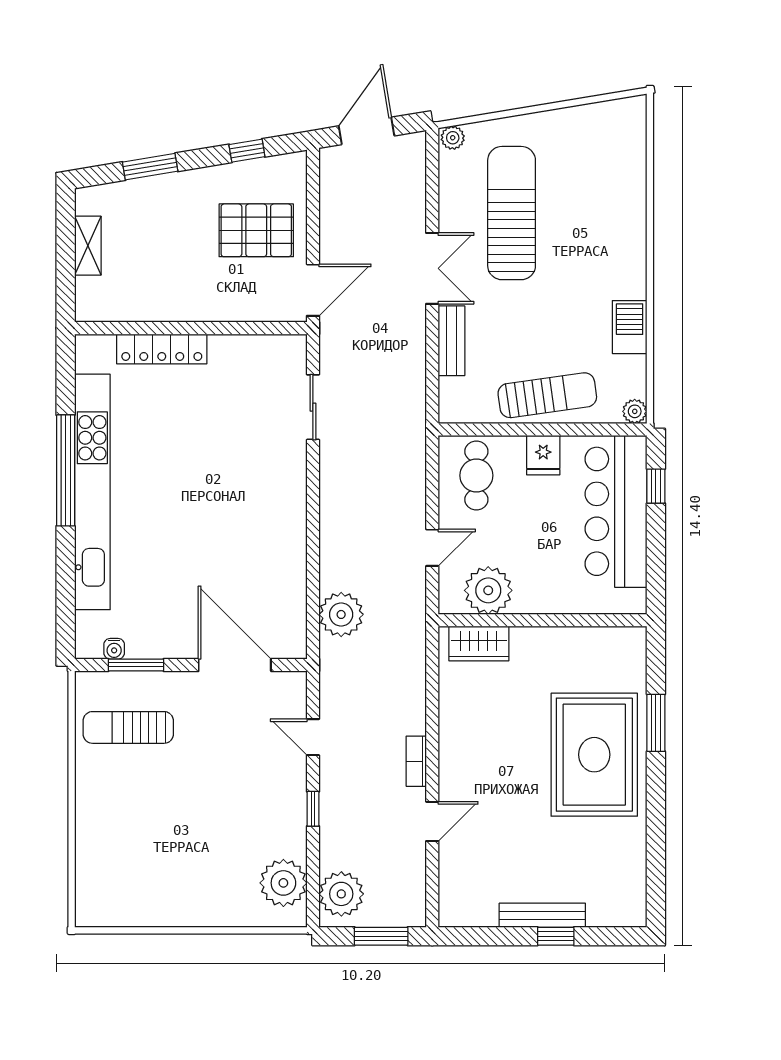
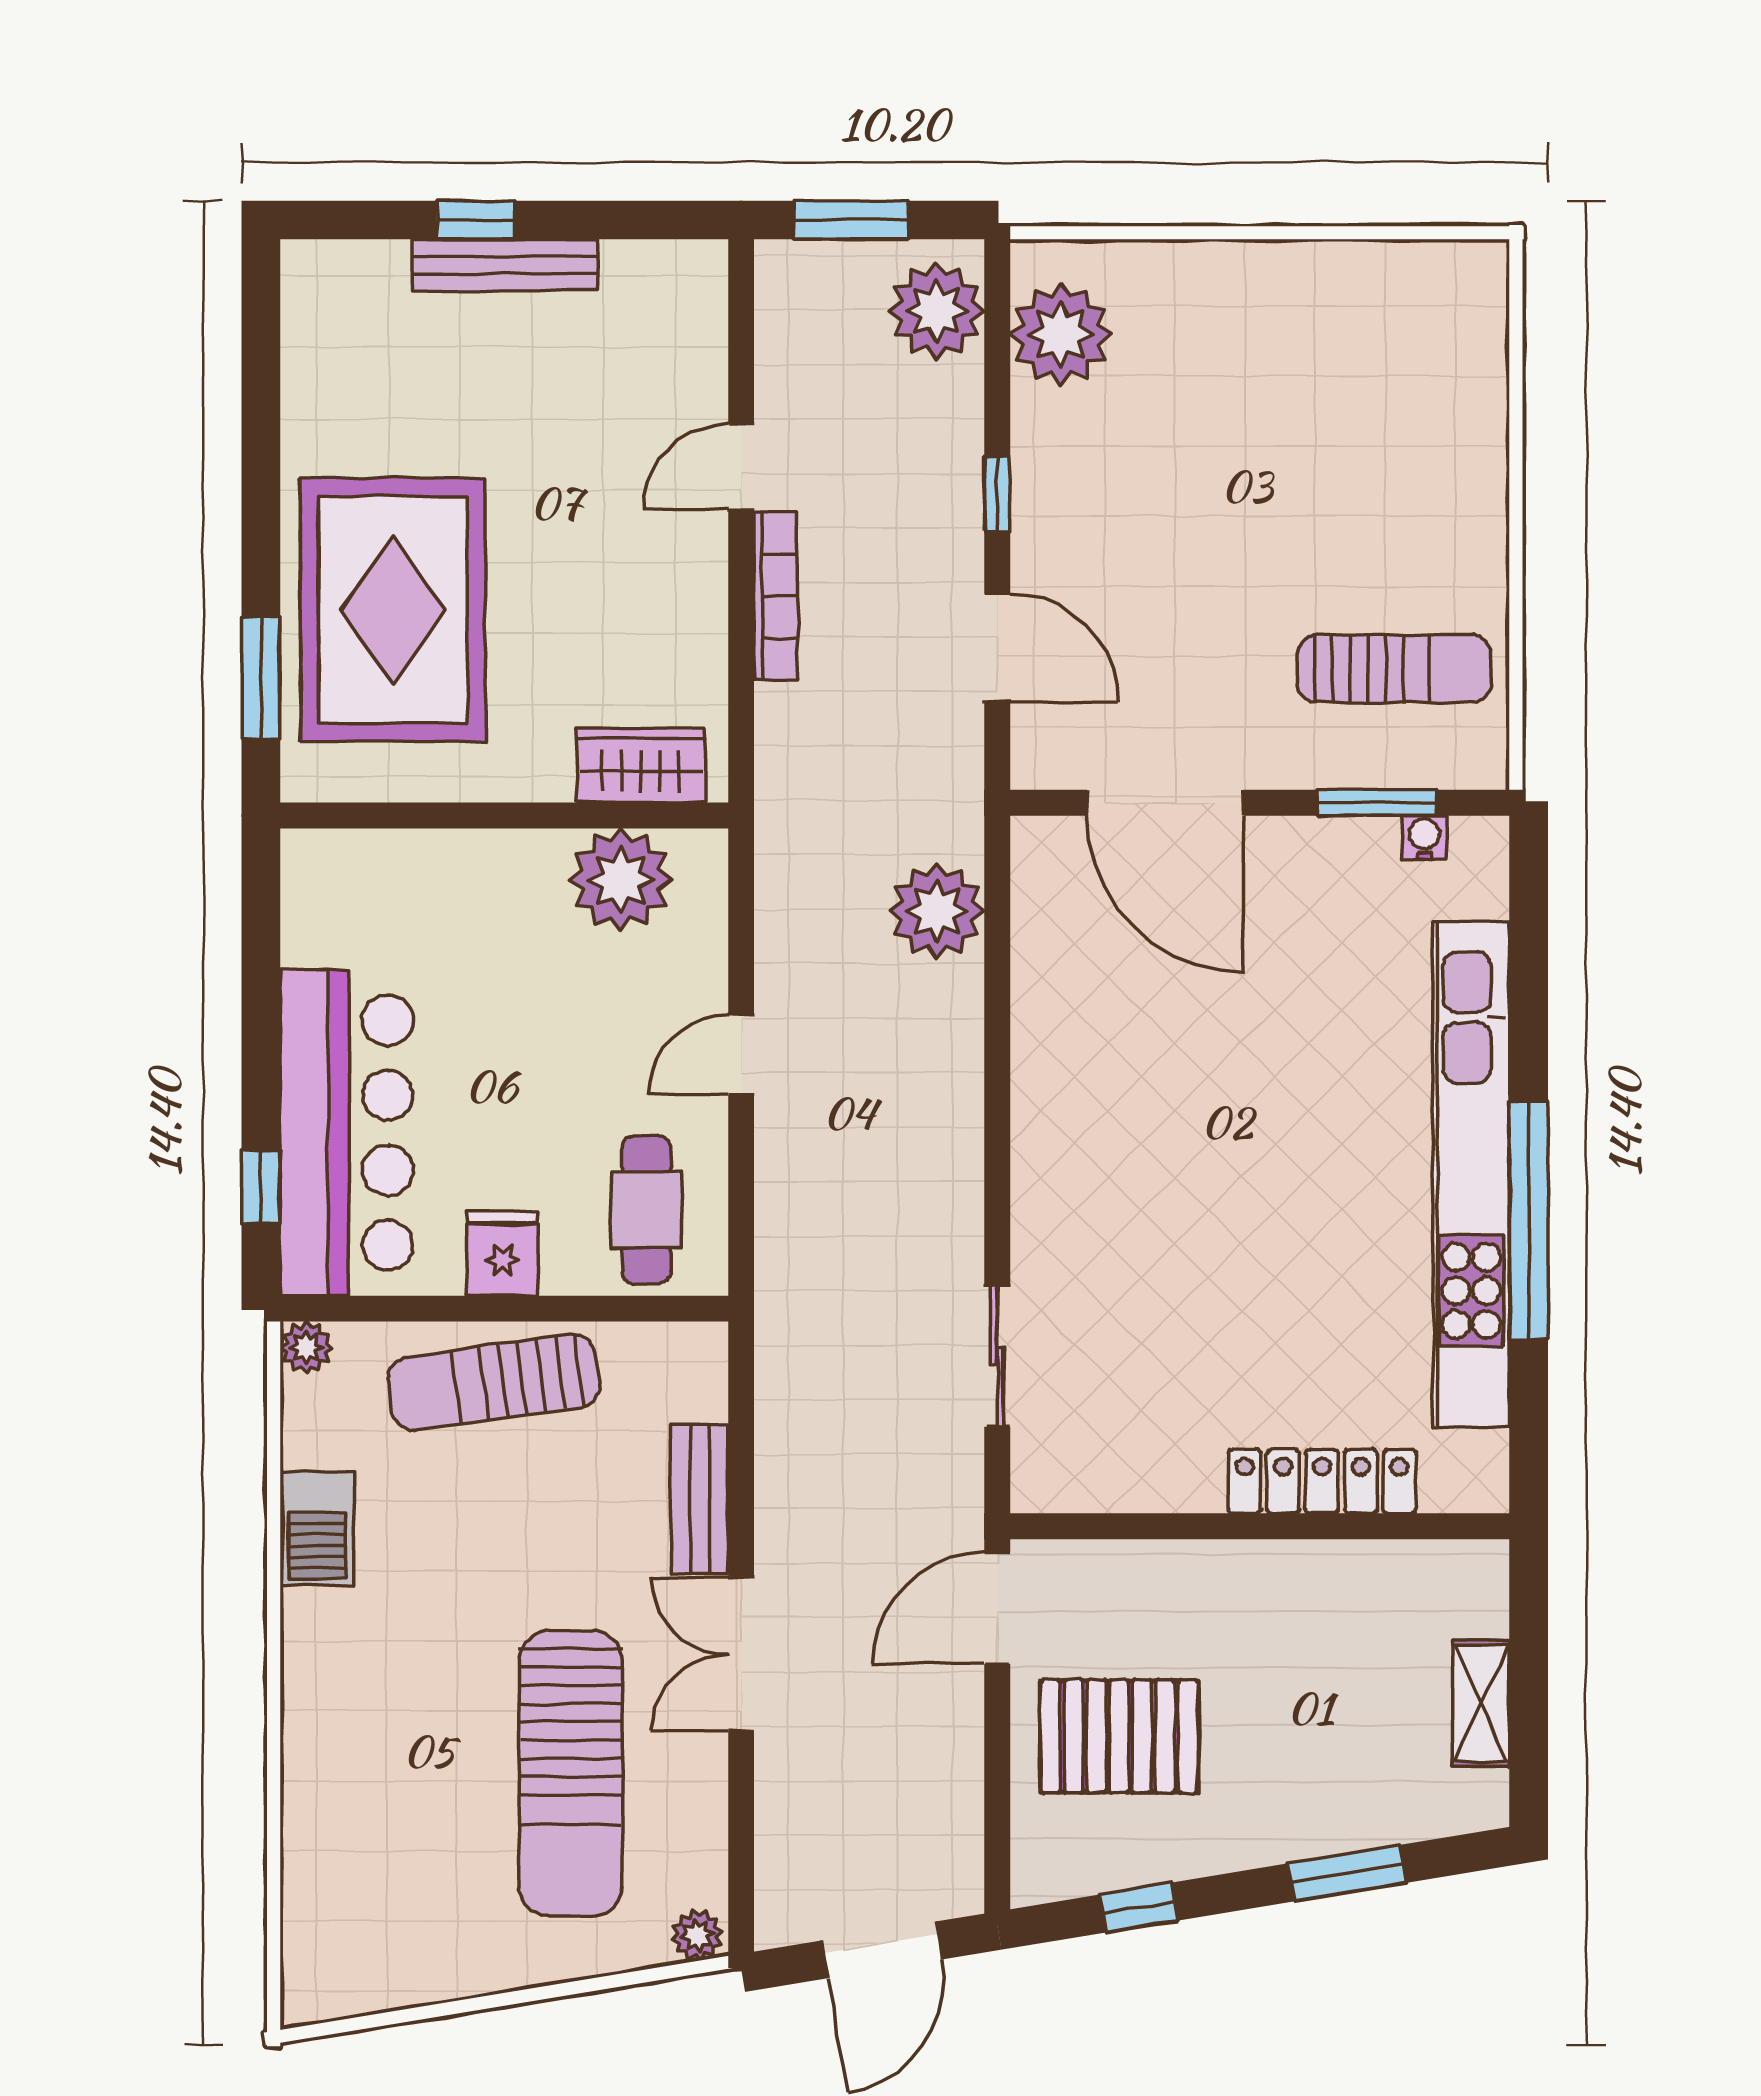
plant: (488, 590) -> (621, 880), moved
wall: (543, 620) -> (504, 816), moved
wardrobe: (479, 644) -> (641, 765), moved
door: (313, 737) -> (997, 648), width x1.37
bookcase: (416, 761) -> (775, 596), width x1.56

